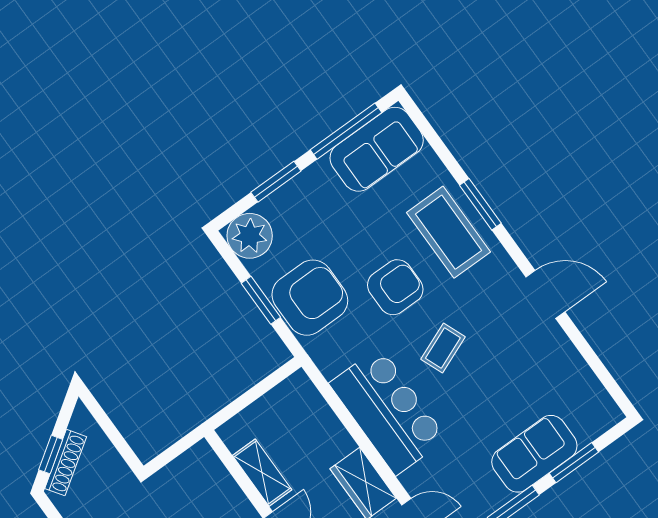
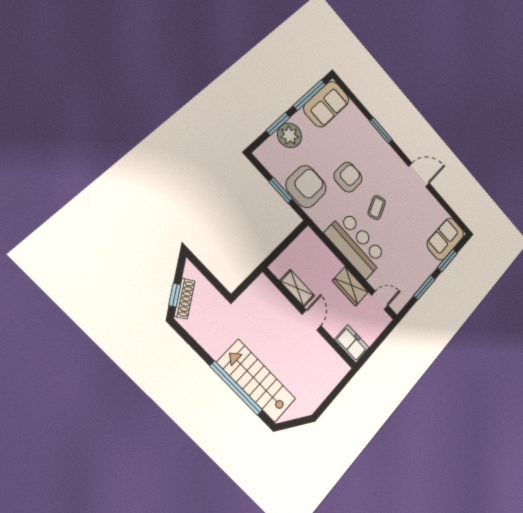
coffee table: (449, 232) -> (369, 146), removed
plant: (250, 236) -> (290, 135), moved
sofa: (534, 454) -> (445, 239), moved

